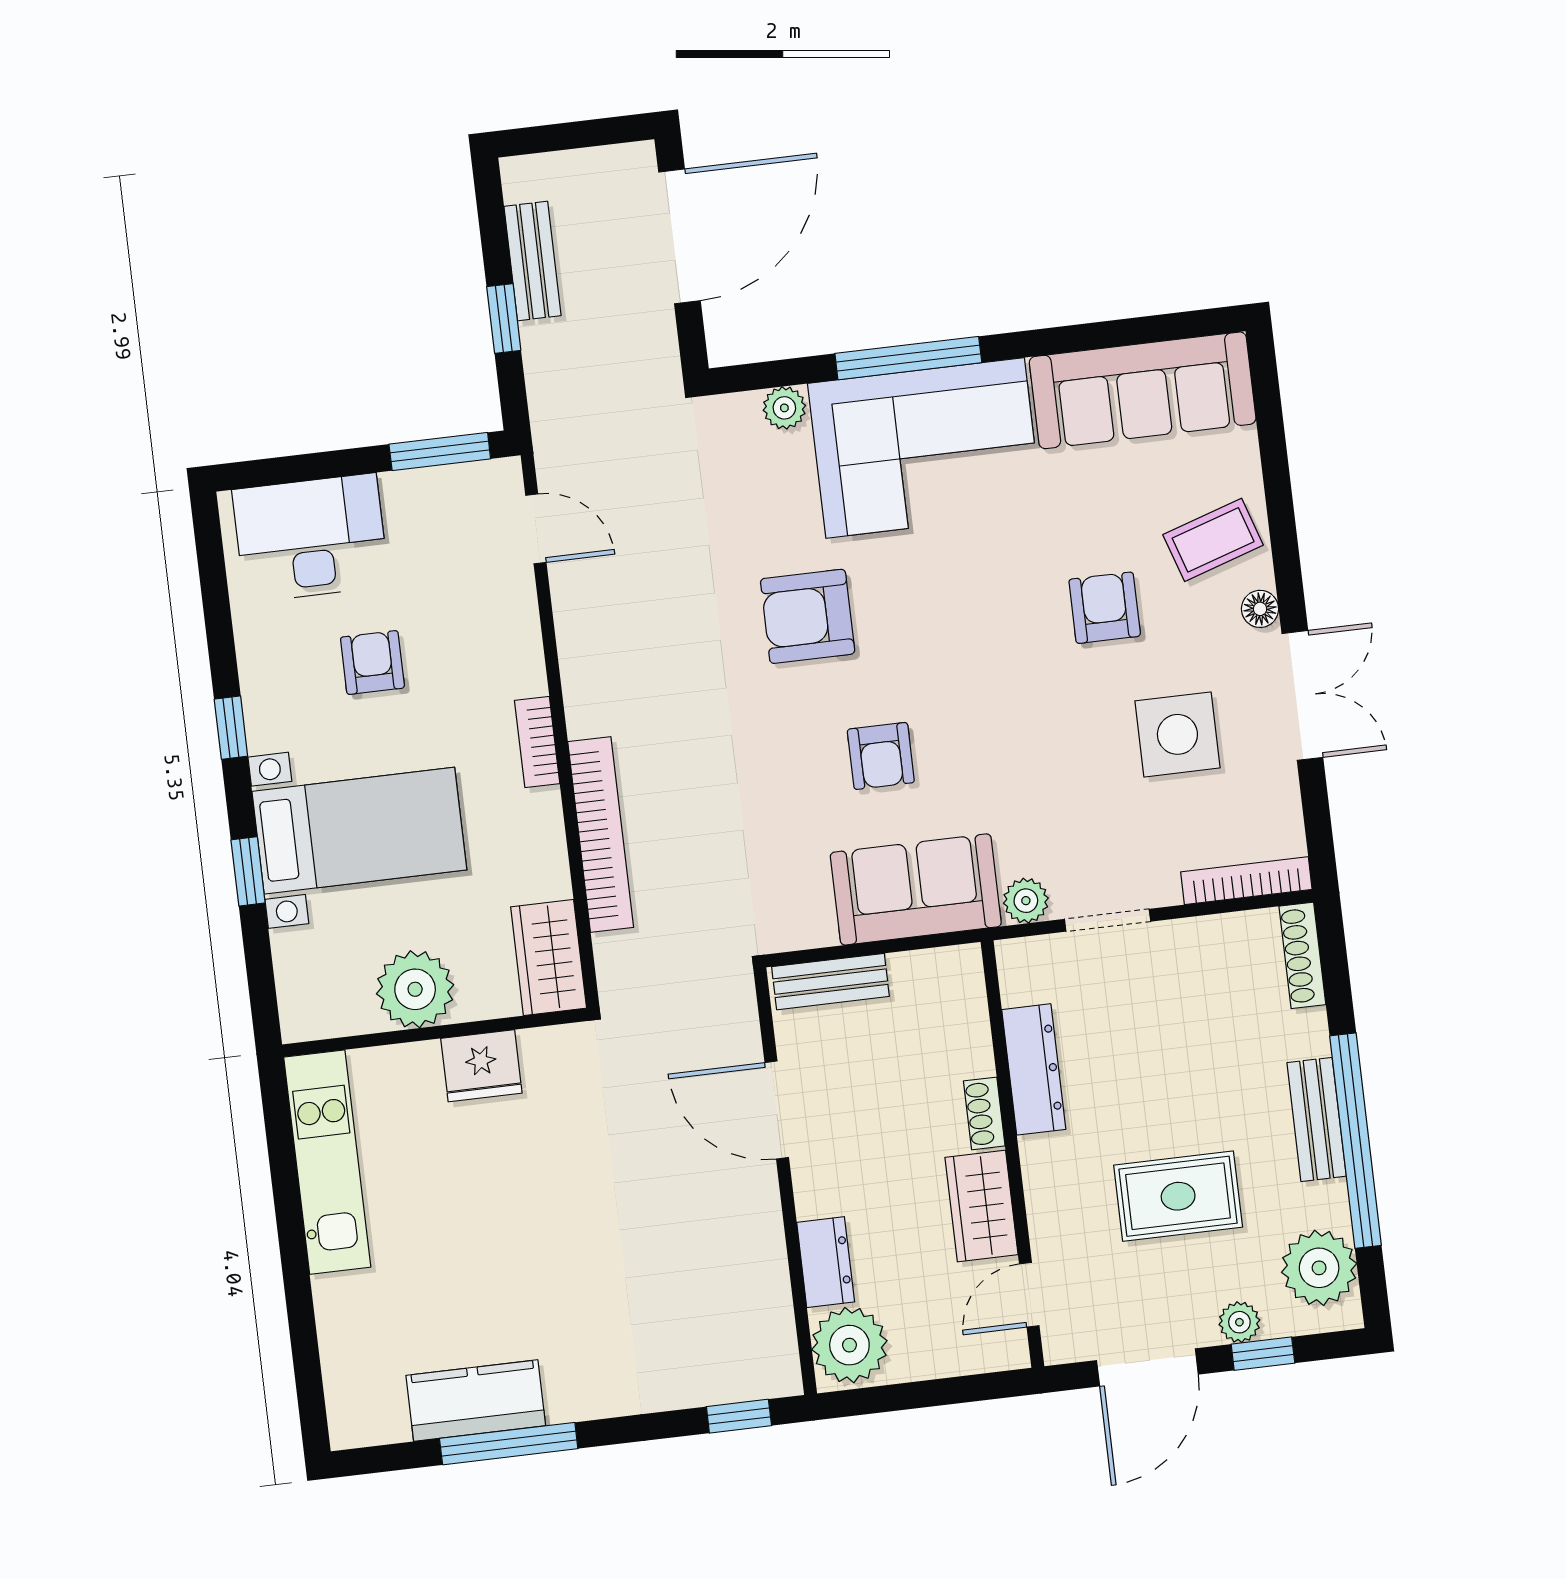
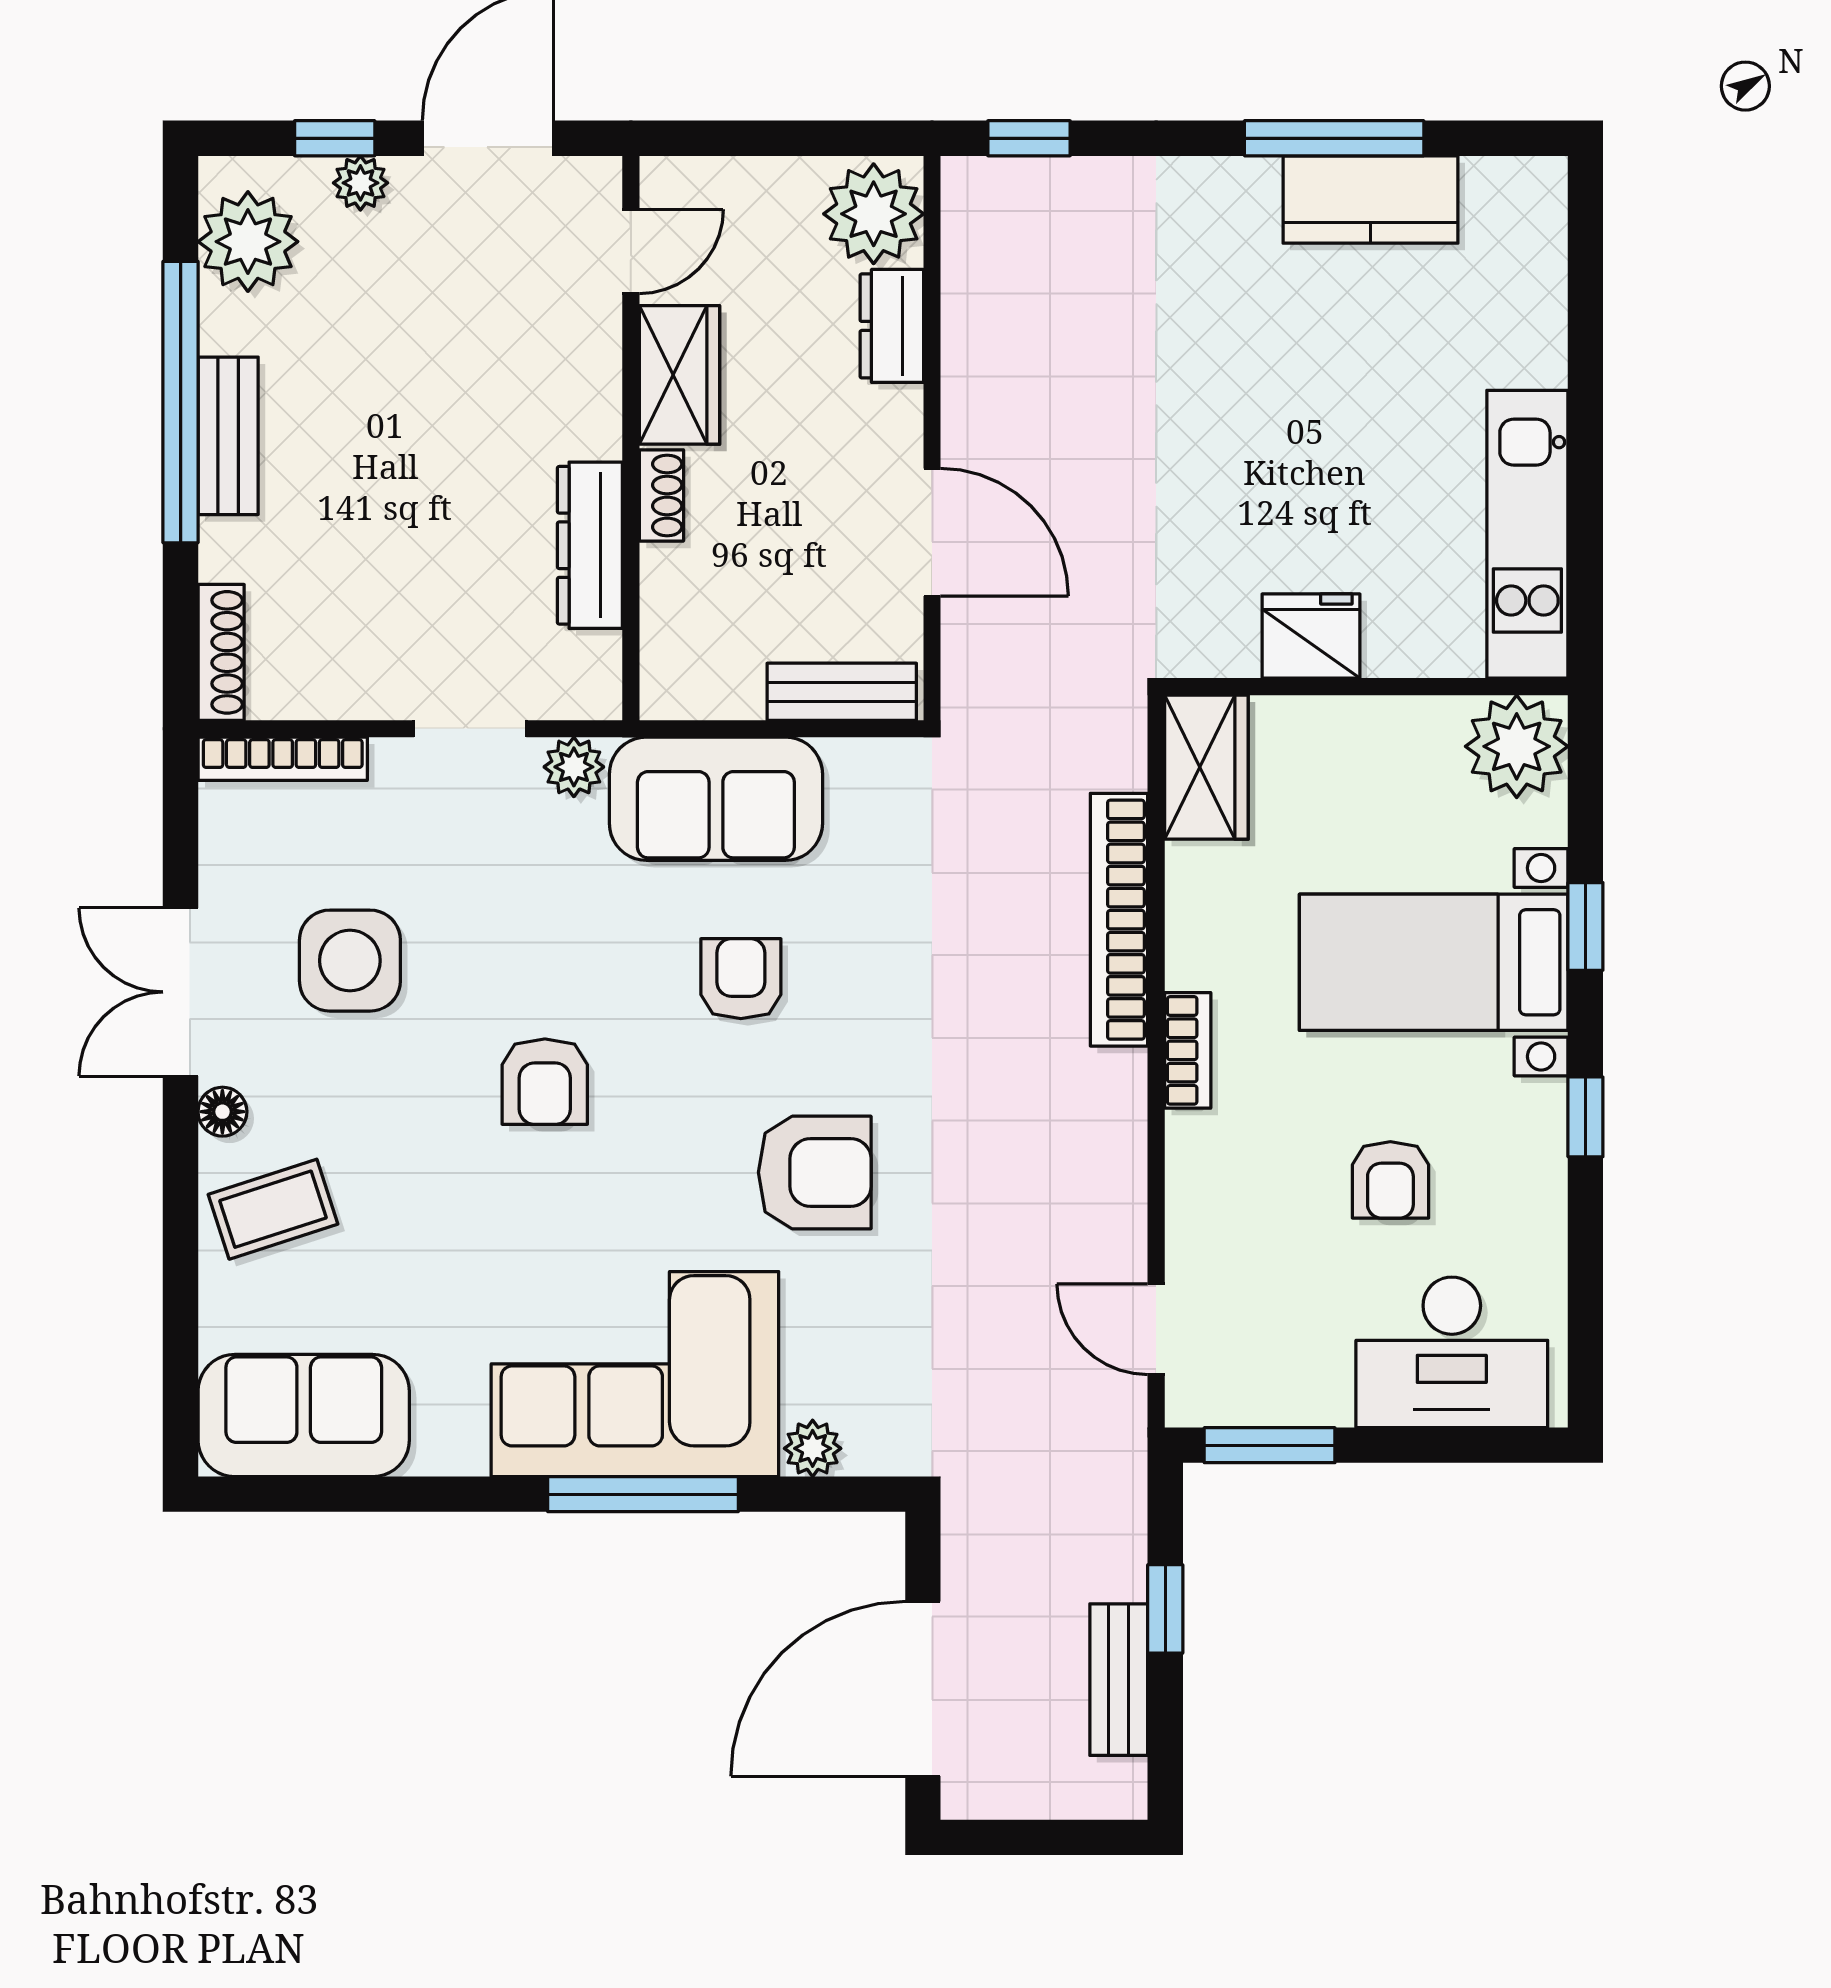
sofa: (1143, 390) -> (304, 1416), width x0.73
armchair: (1105, 608) -> (545, 1082), moved
plant: (415, 989) -> (1517, 746), moved
rug: (1178, 1196) -> (421, 357), removed

